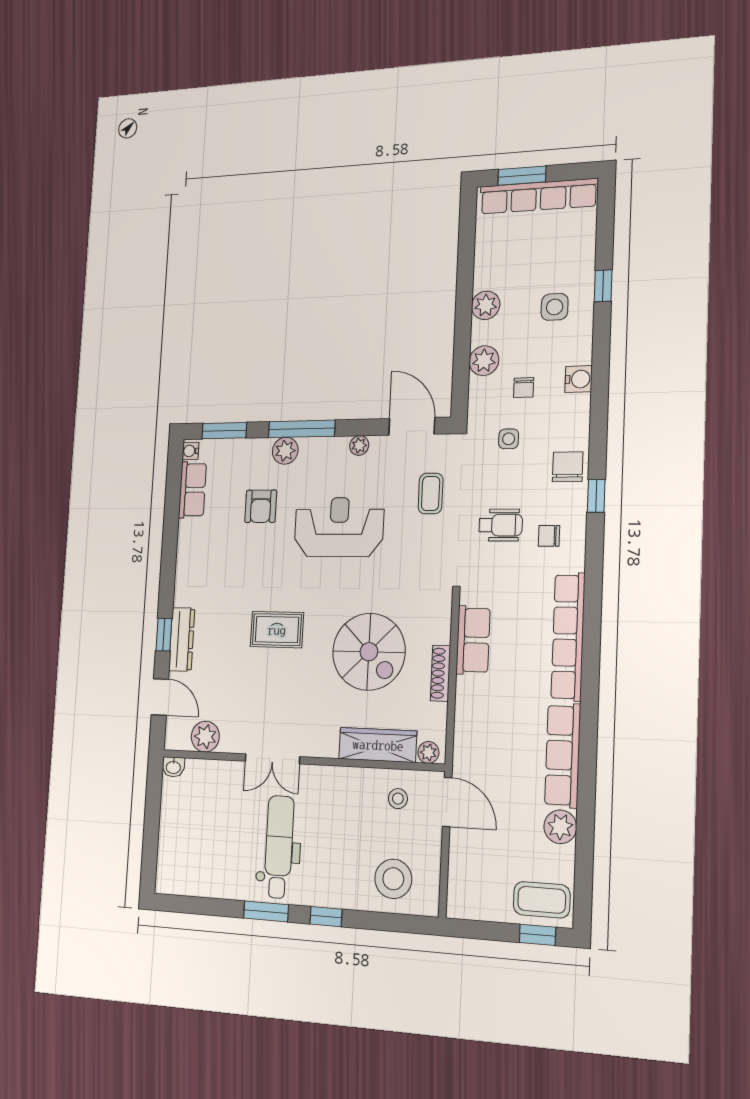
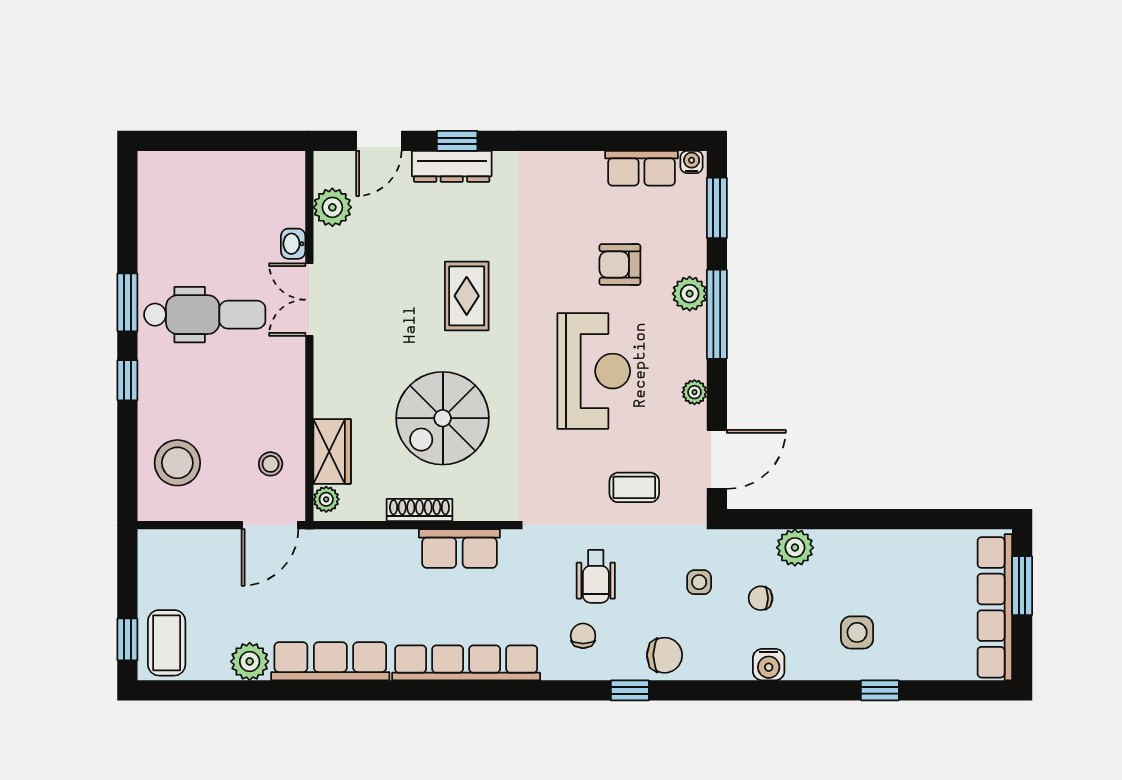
plant: (486, 305) -> (863, 547), removed
wardrobe: (378, 745) -> (332, 451), width x0.67
washbasin: (173, 767) -> (293, 244), moved

